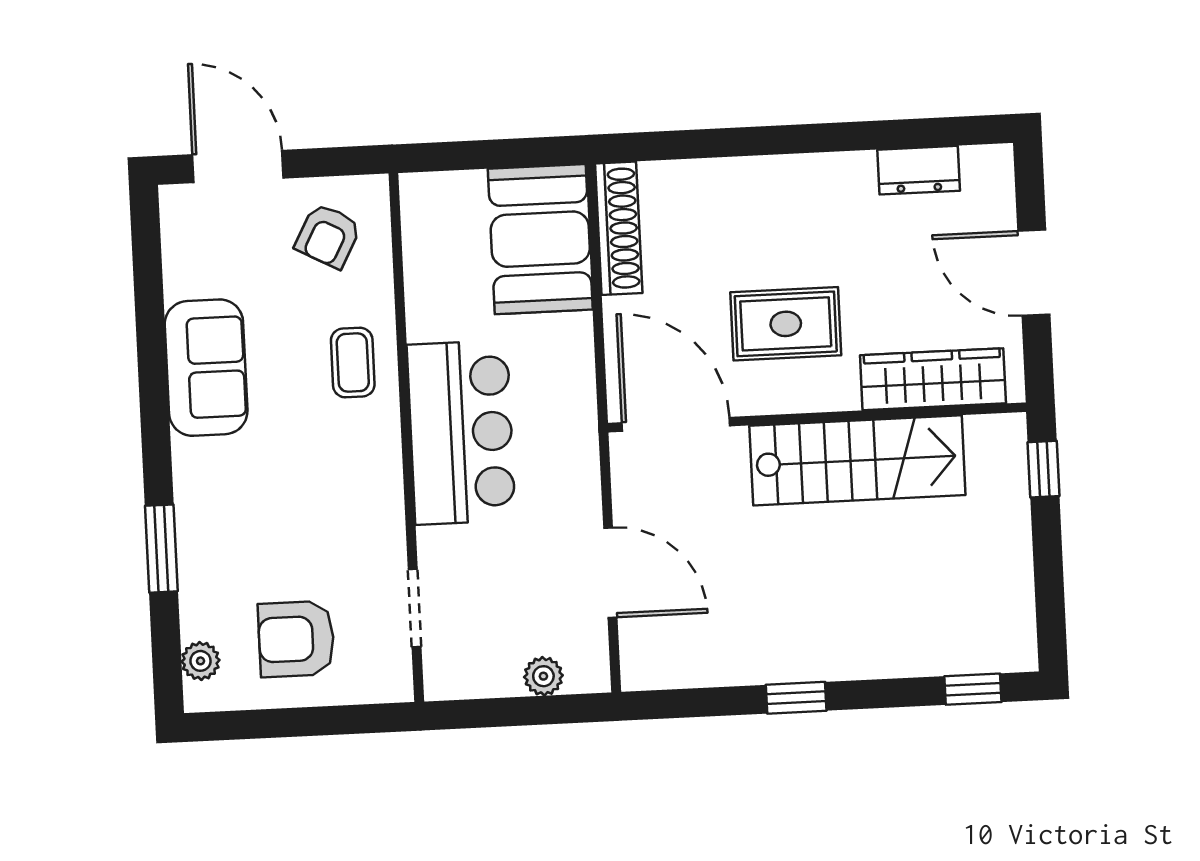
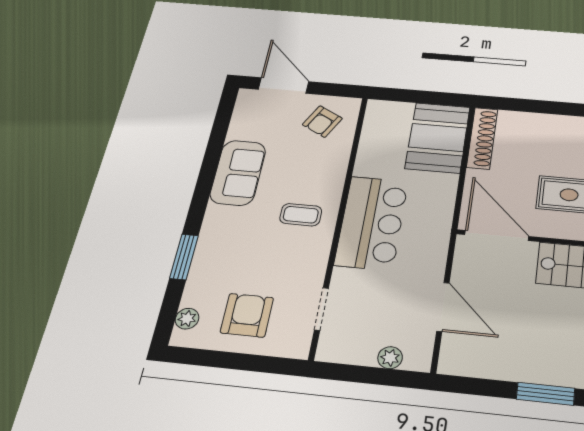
coffee table: (353, 363) -> (301, 215), moved, turned 90
armchair: (296, 639) -> (247, 315), turned 90
window: (796, 698) -> (546, 394), width x1.50

